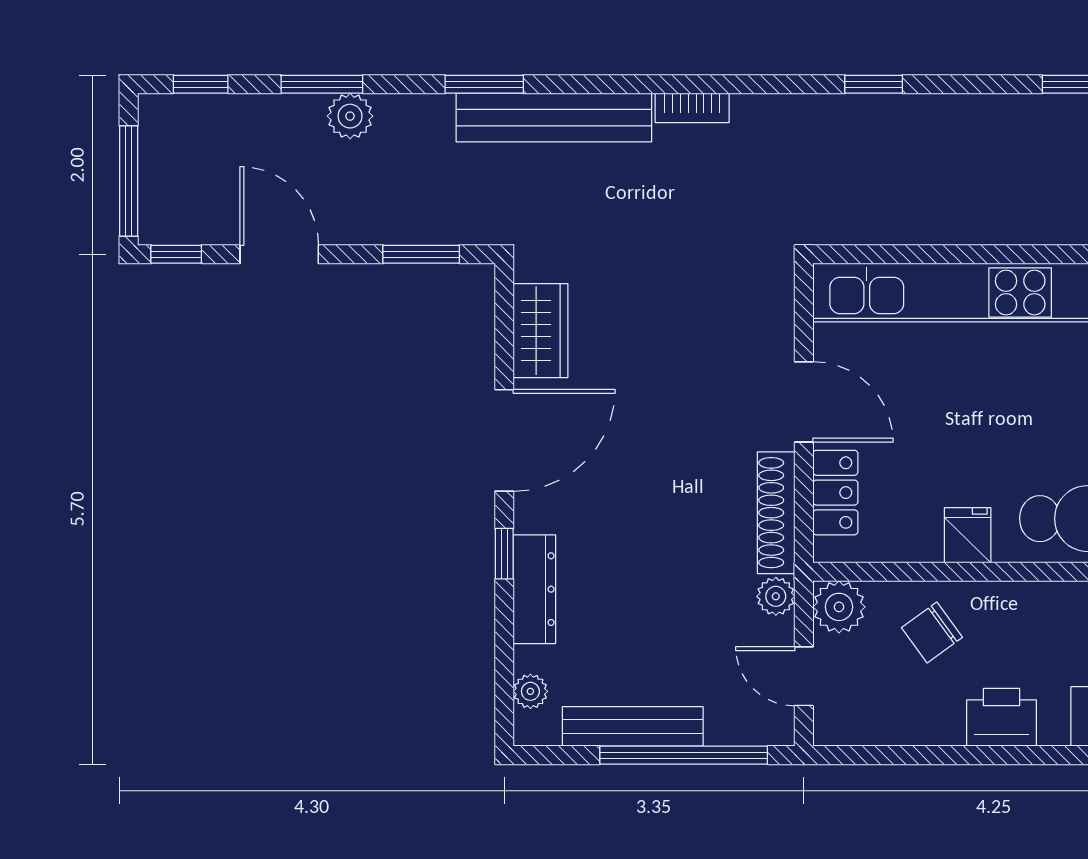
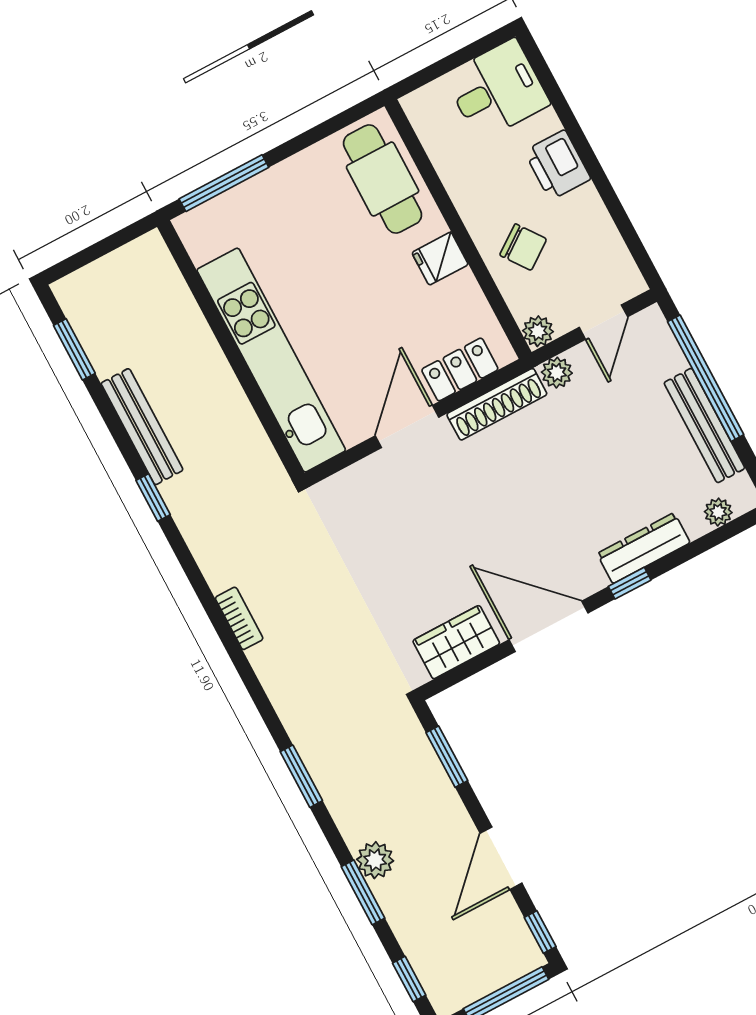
bench: (554, 118) -> (142, 427), moved, width x0.73, depth x0.82
plant: (839, 607) -> (538, 331), width x0.73, depth x0.73

